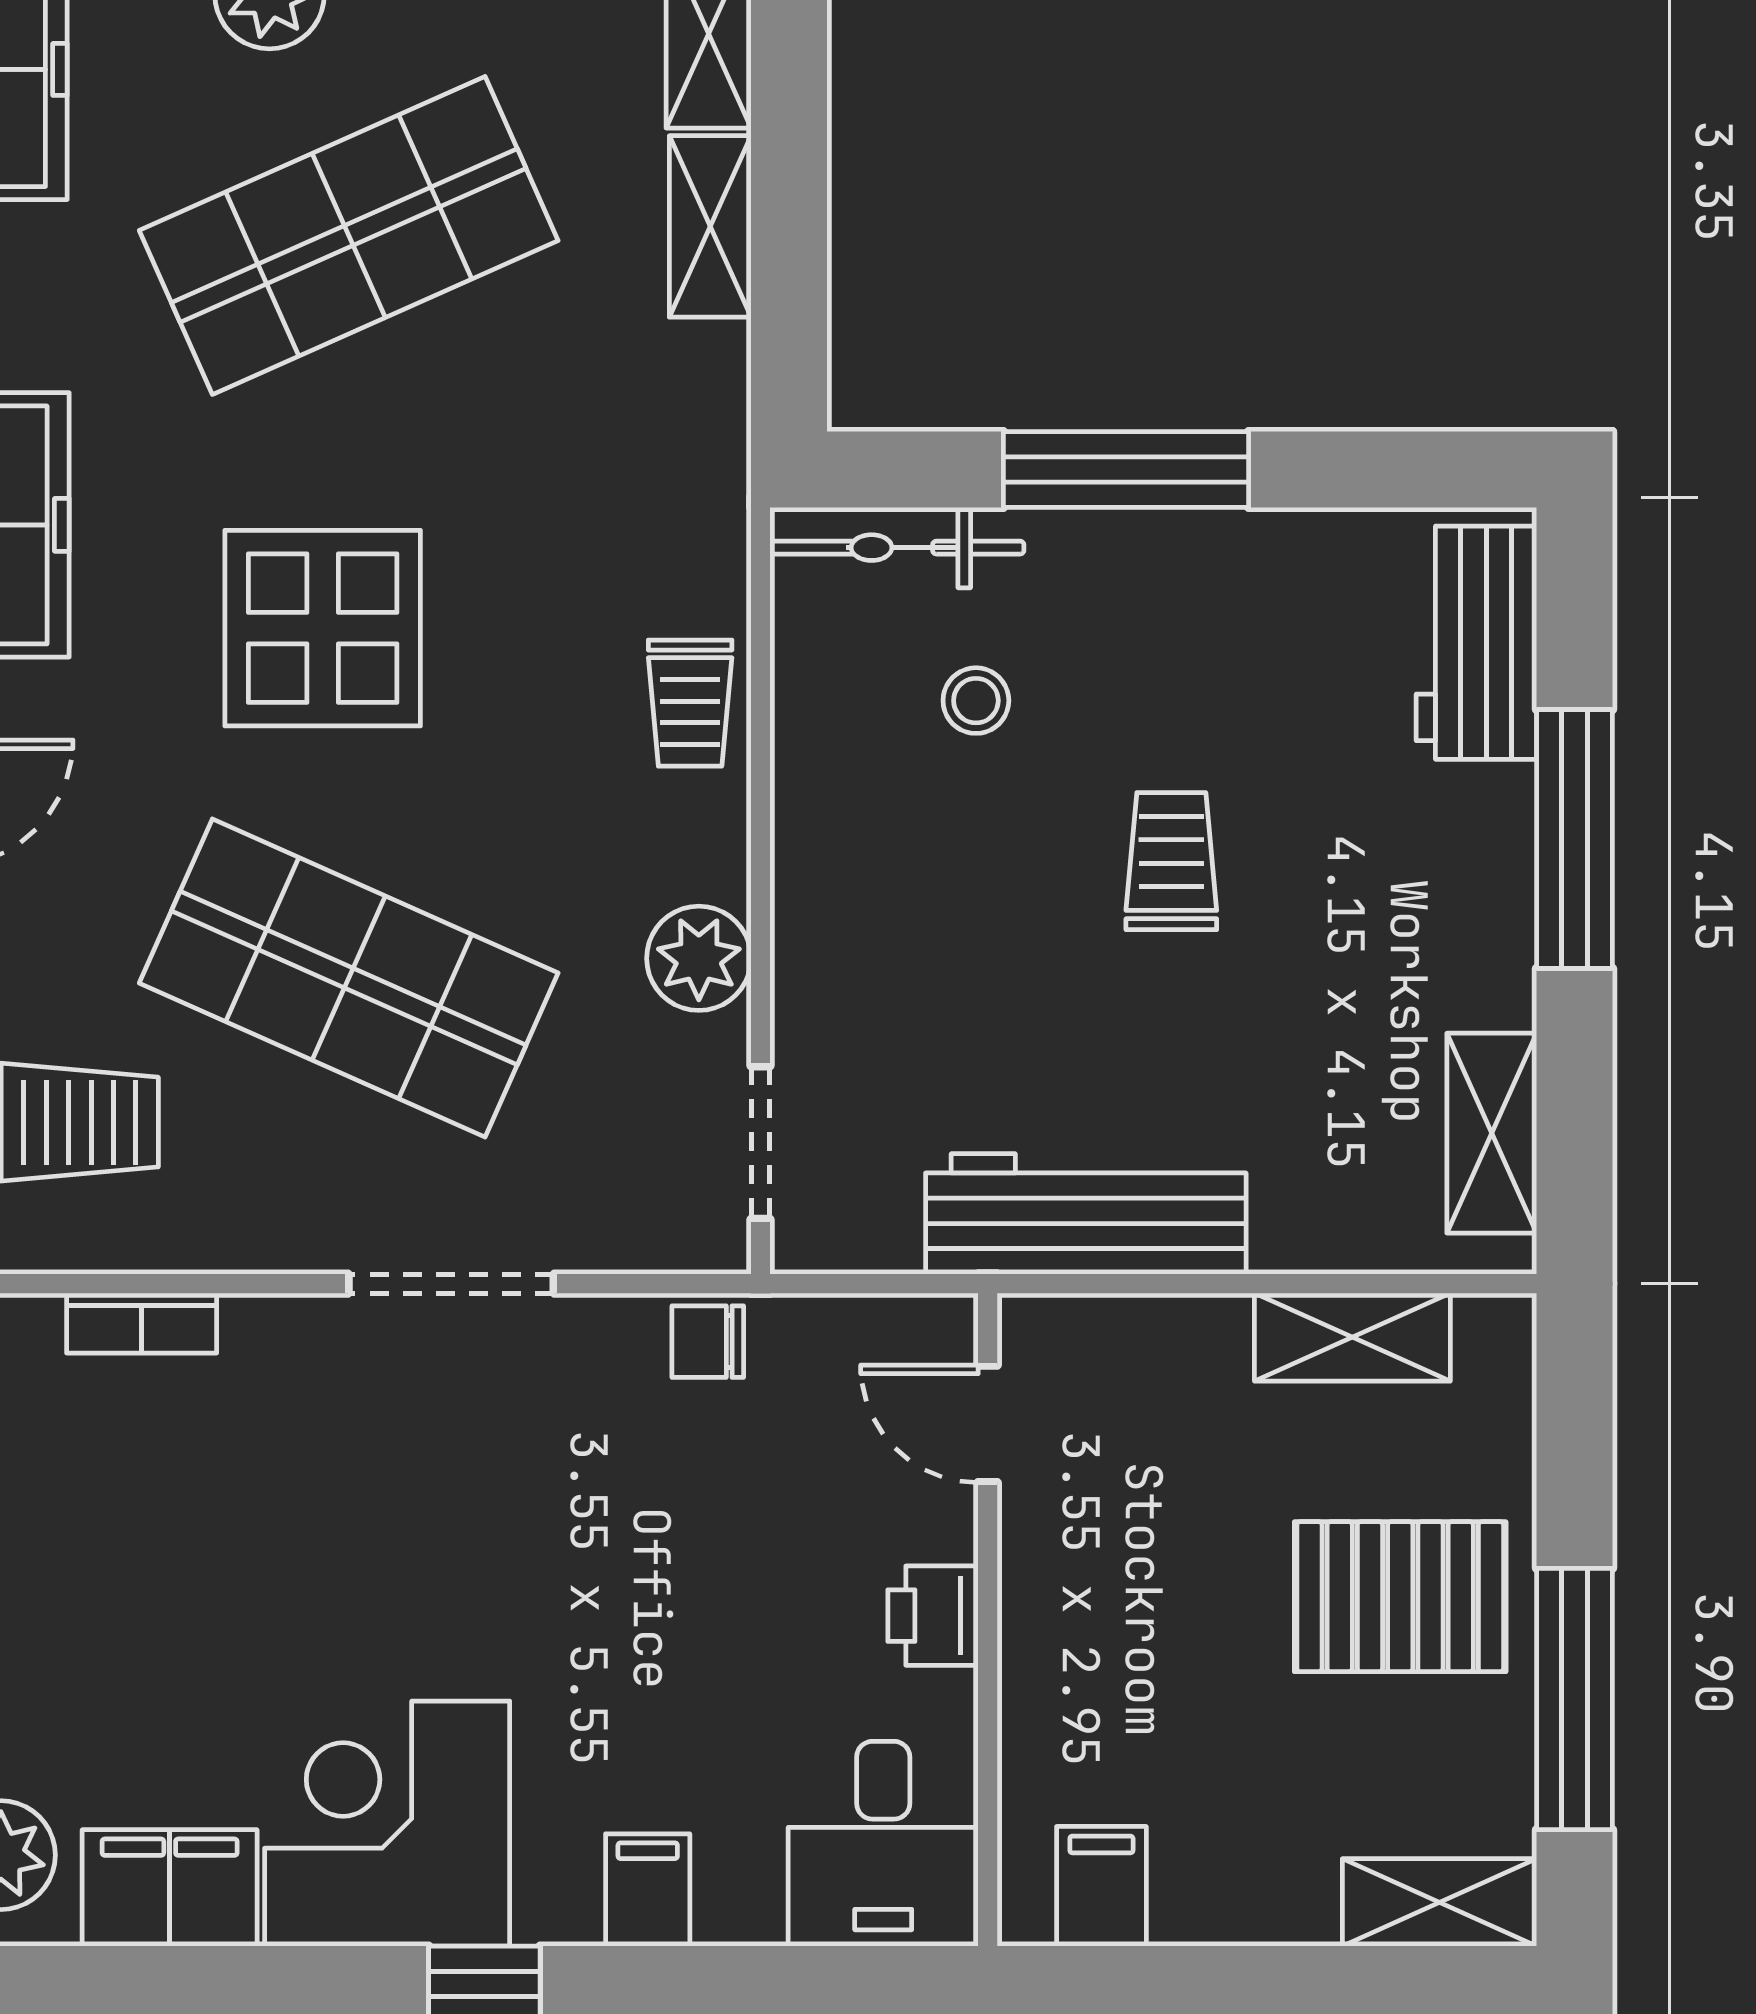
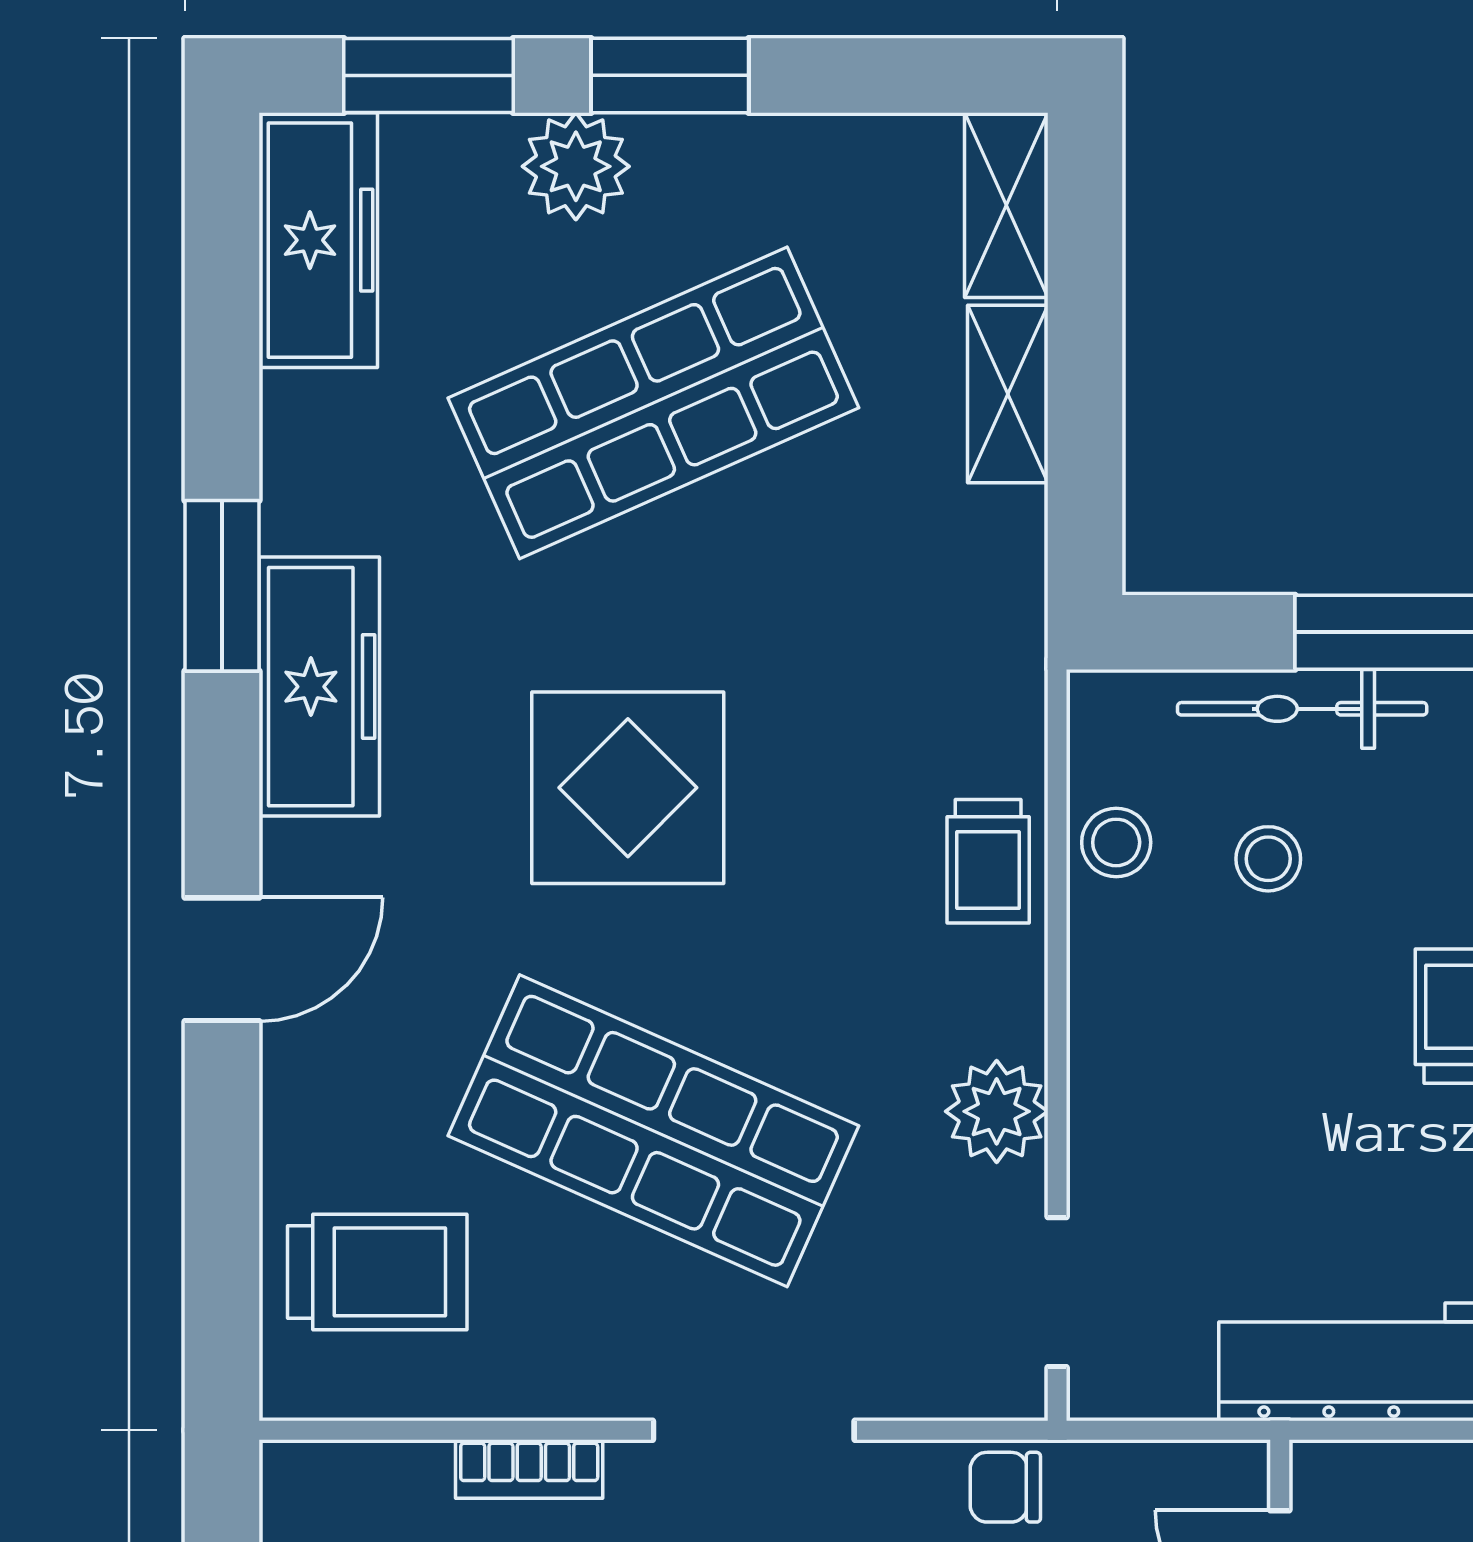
bicycle: (897, 548) -> (1302, 709), moved
stool: (821, 684) -> (1116, 842), added
bookcase: (142, 1323) -> (529, 1469), moved

